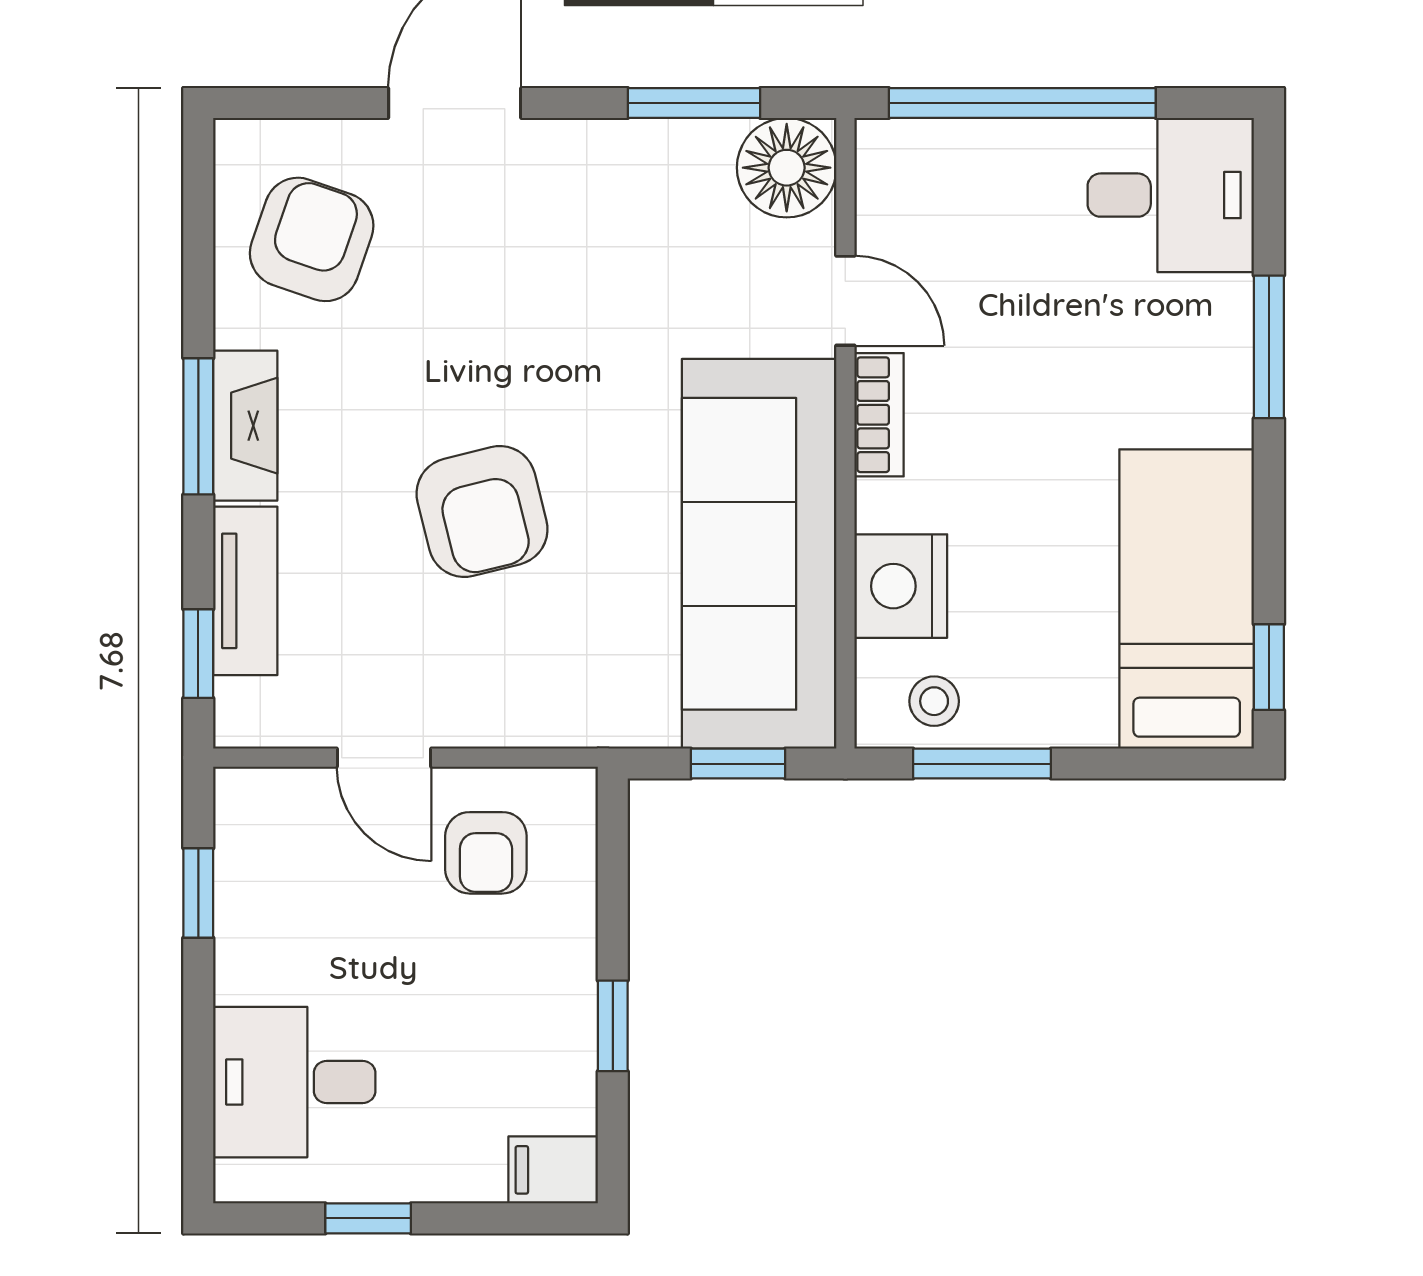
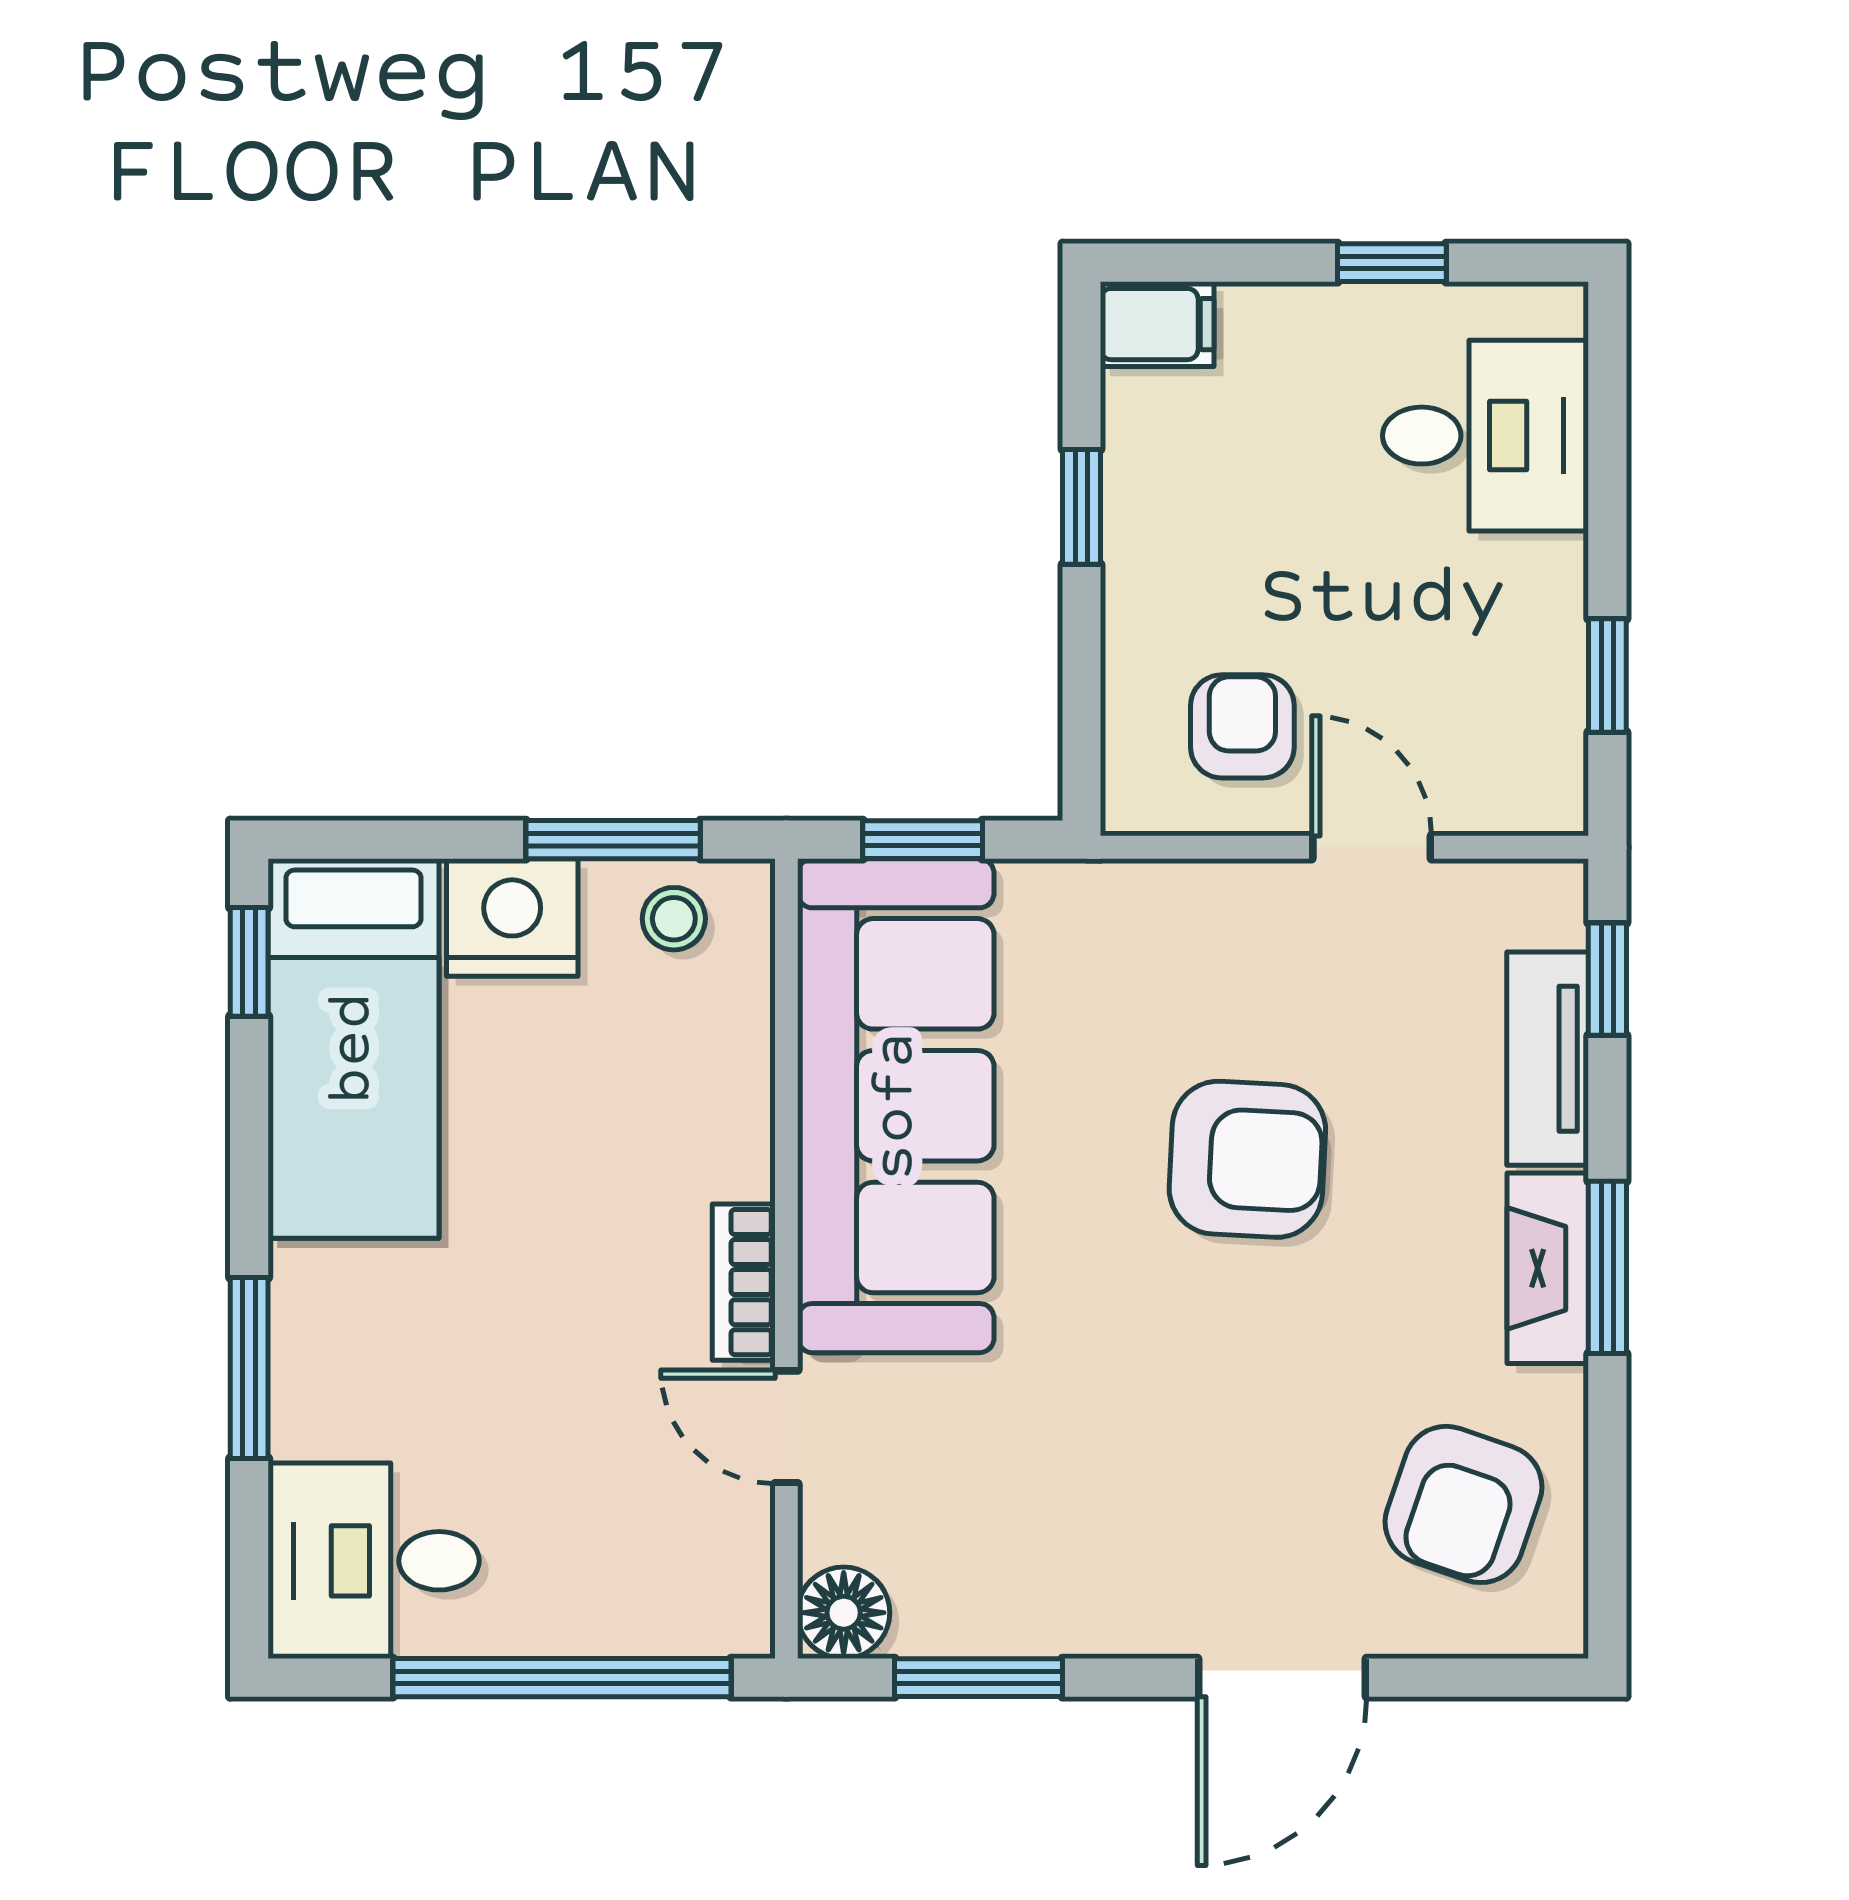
floor lamp: (787, 168) -> (844, 1613), width x0.73, depth x0.73
armchair: (482, 512) -> (1247, 1159), turned 107
nightstand: (901, 586) -> (512, 917), moved, turned -90

